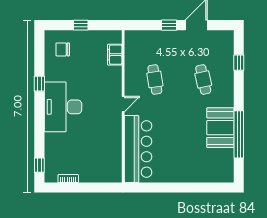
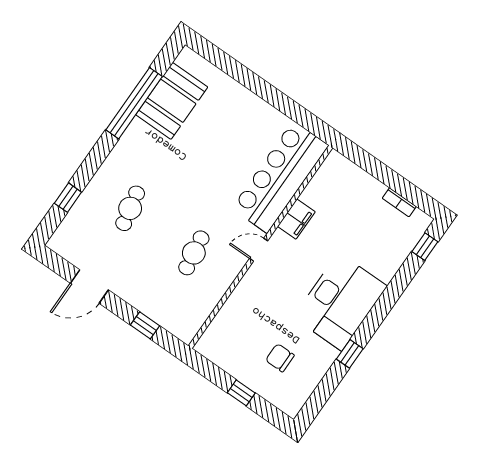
window: (169, 25) -> (145, 325), moved
chair: (63, 49) -> (280, 358), moved, turned 180
filing cabinet: (115, 55) -> (296, 219), moved
booth: (220, 128) -> (172, 101), moved

